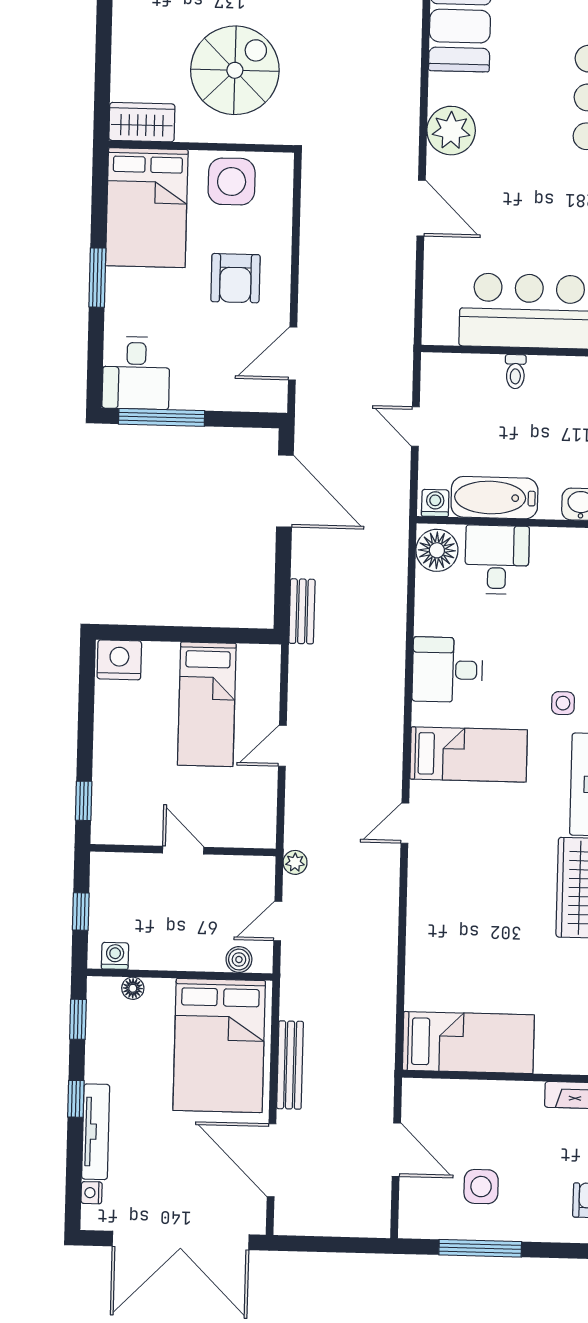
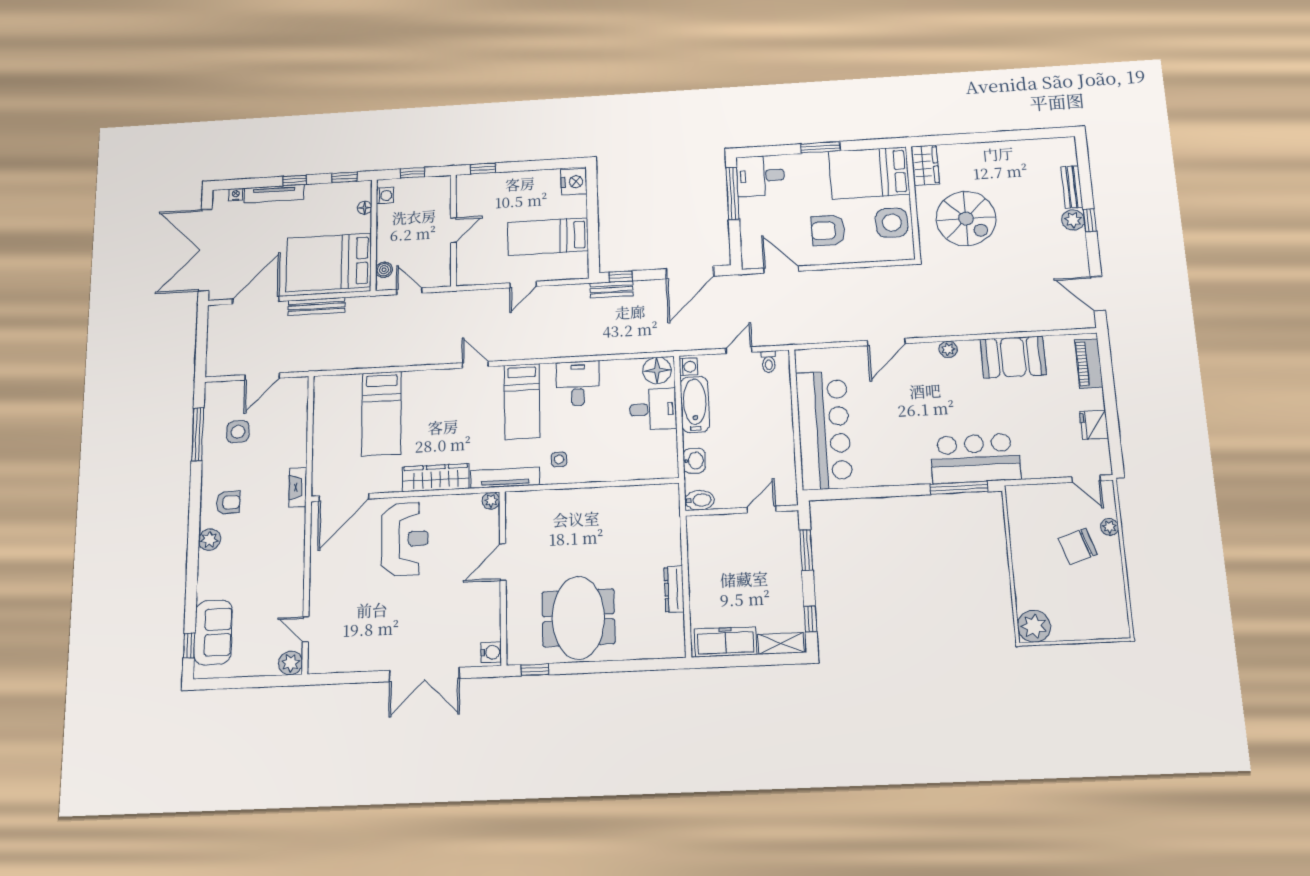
plant: (451, 131) -> (948, 349), width x0.53, depth x0.53
toilet: (515, 372) -> (769, 362), moved, turned -90
window: (282, 596) -> (621, 276), added
door: (282, 746) -> (523, 285), swing flipped
plant: (295, 862) -> (447, 299), removed
bed: (468, 1043) -> (381, 413), moved

